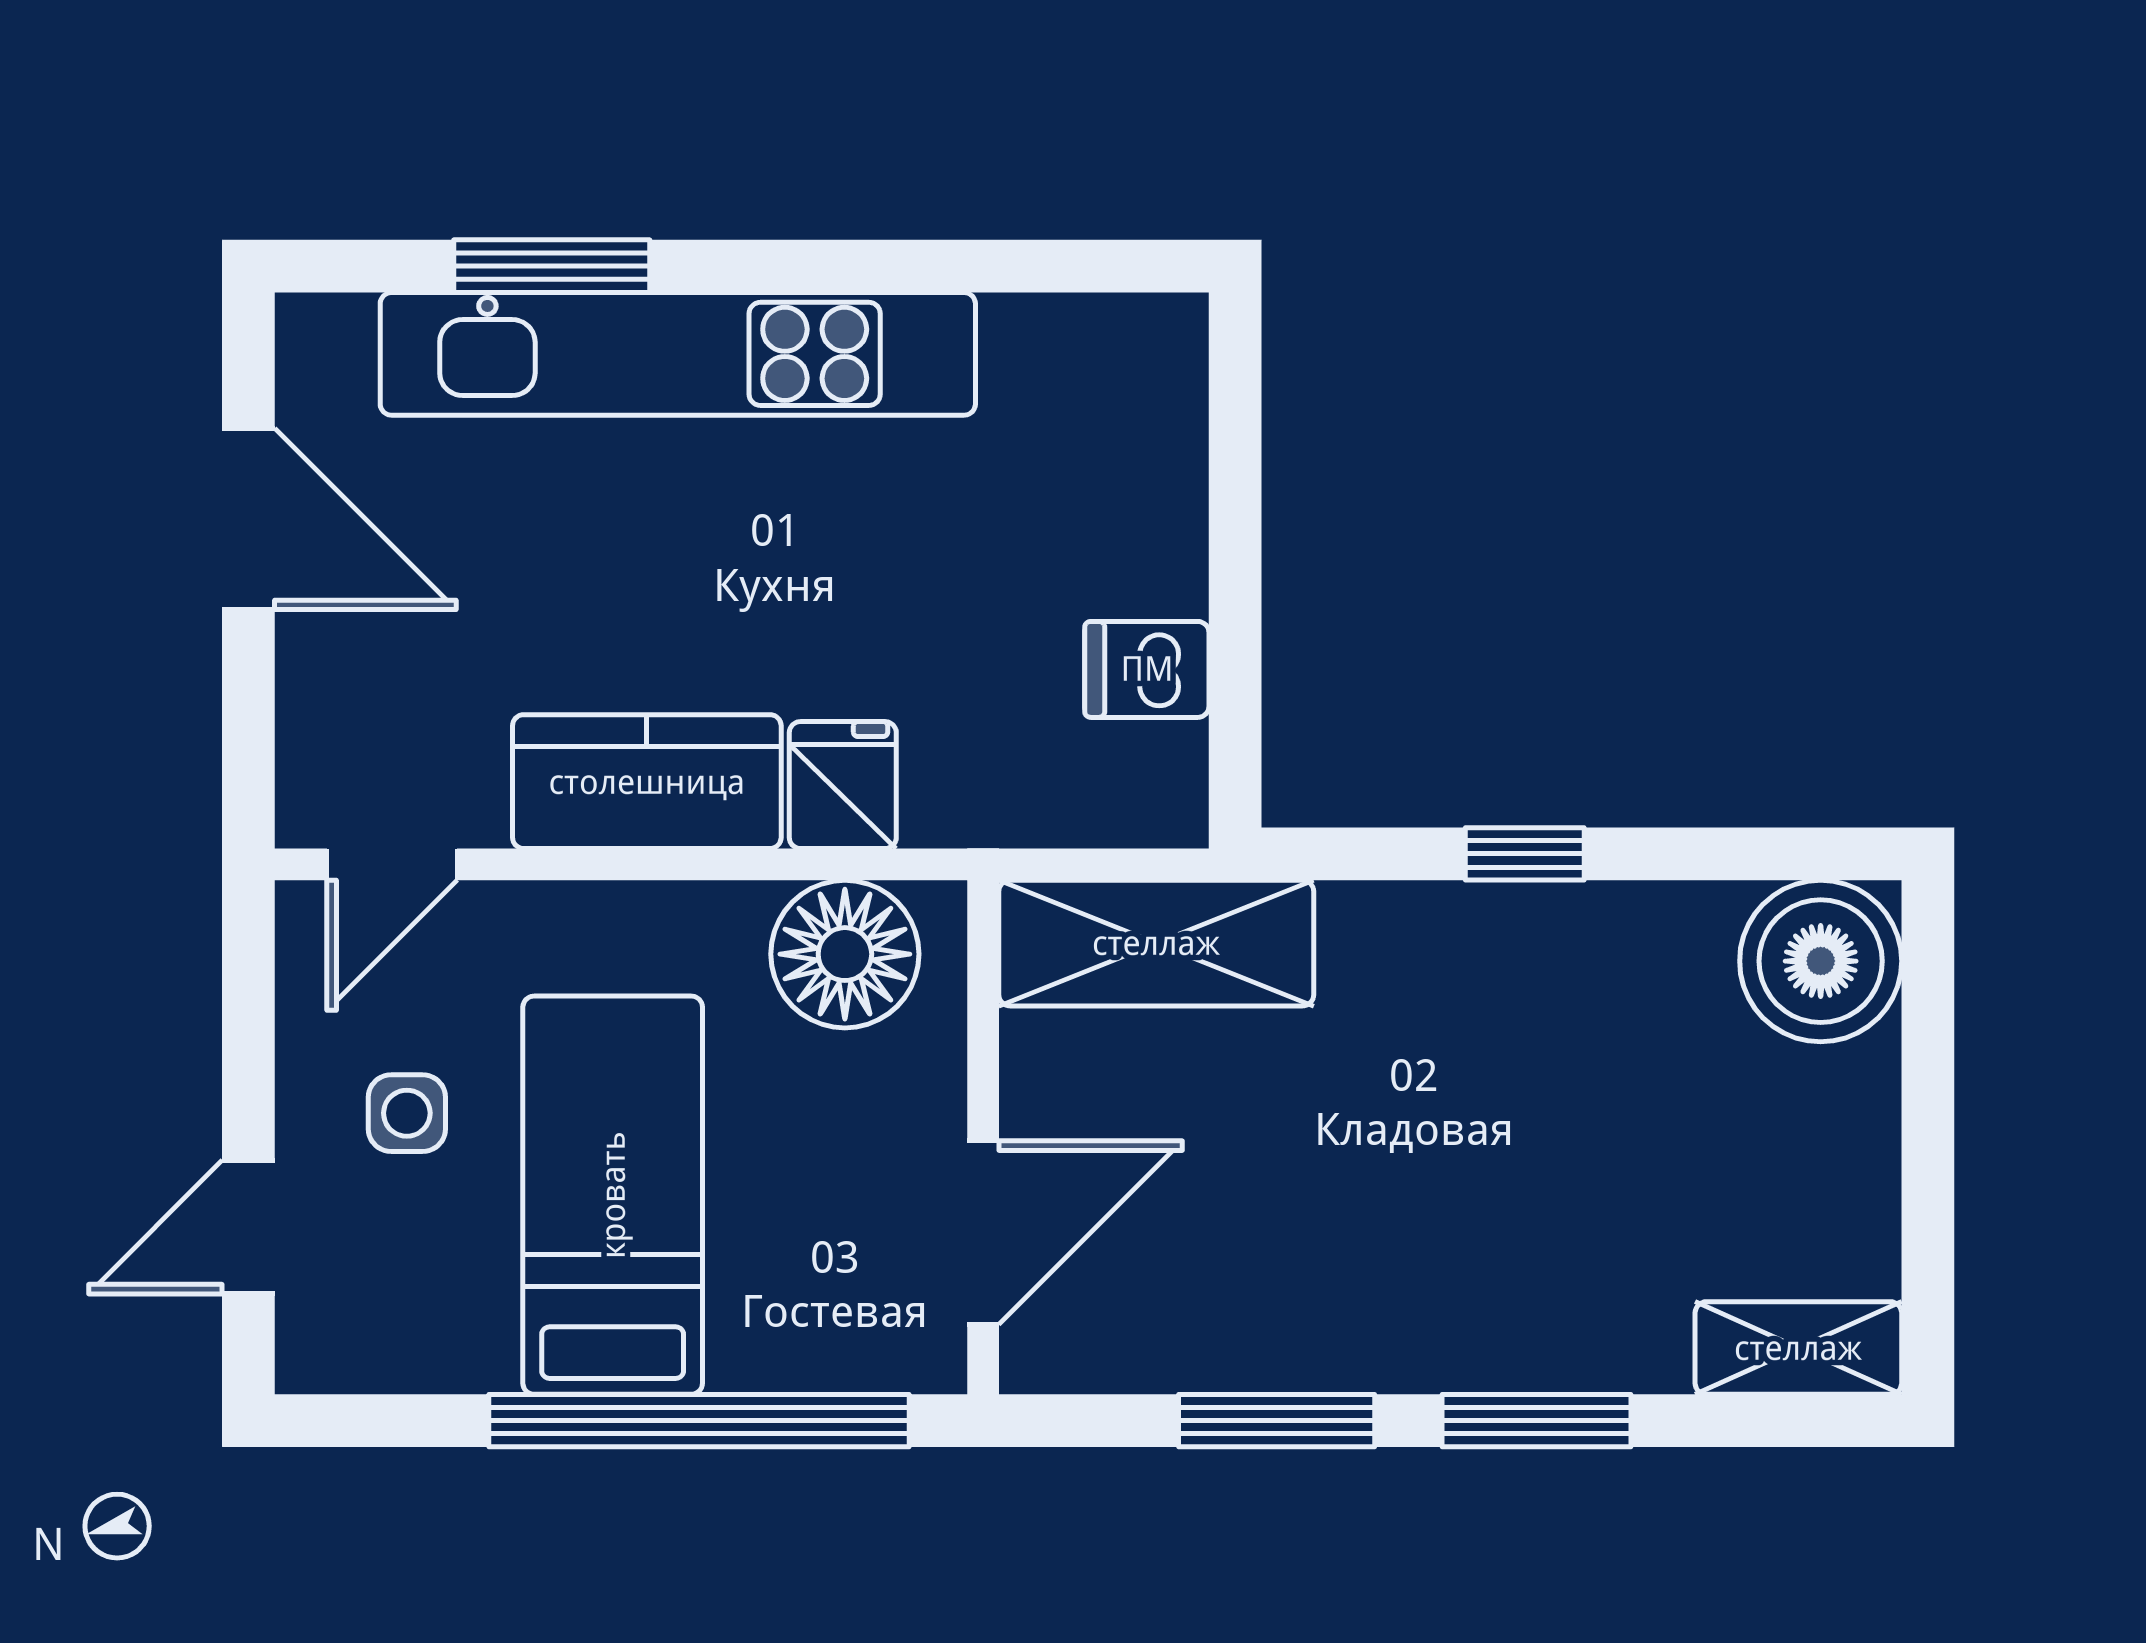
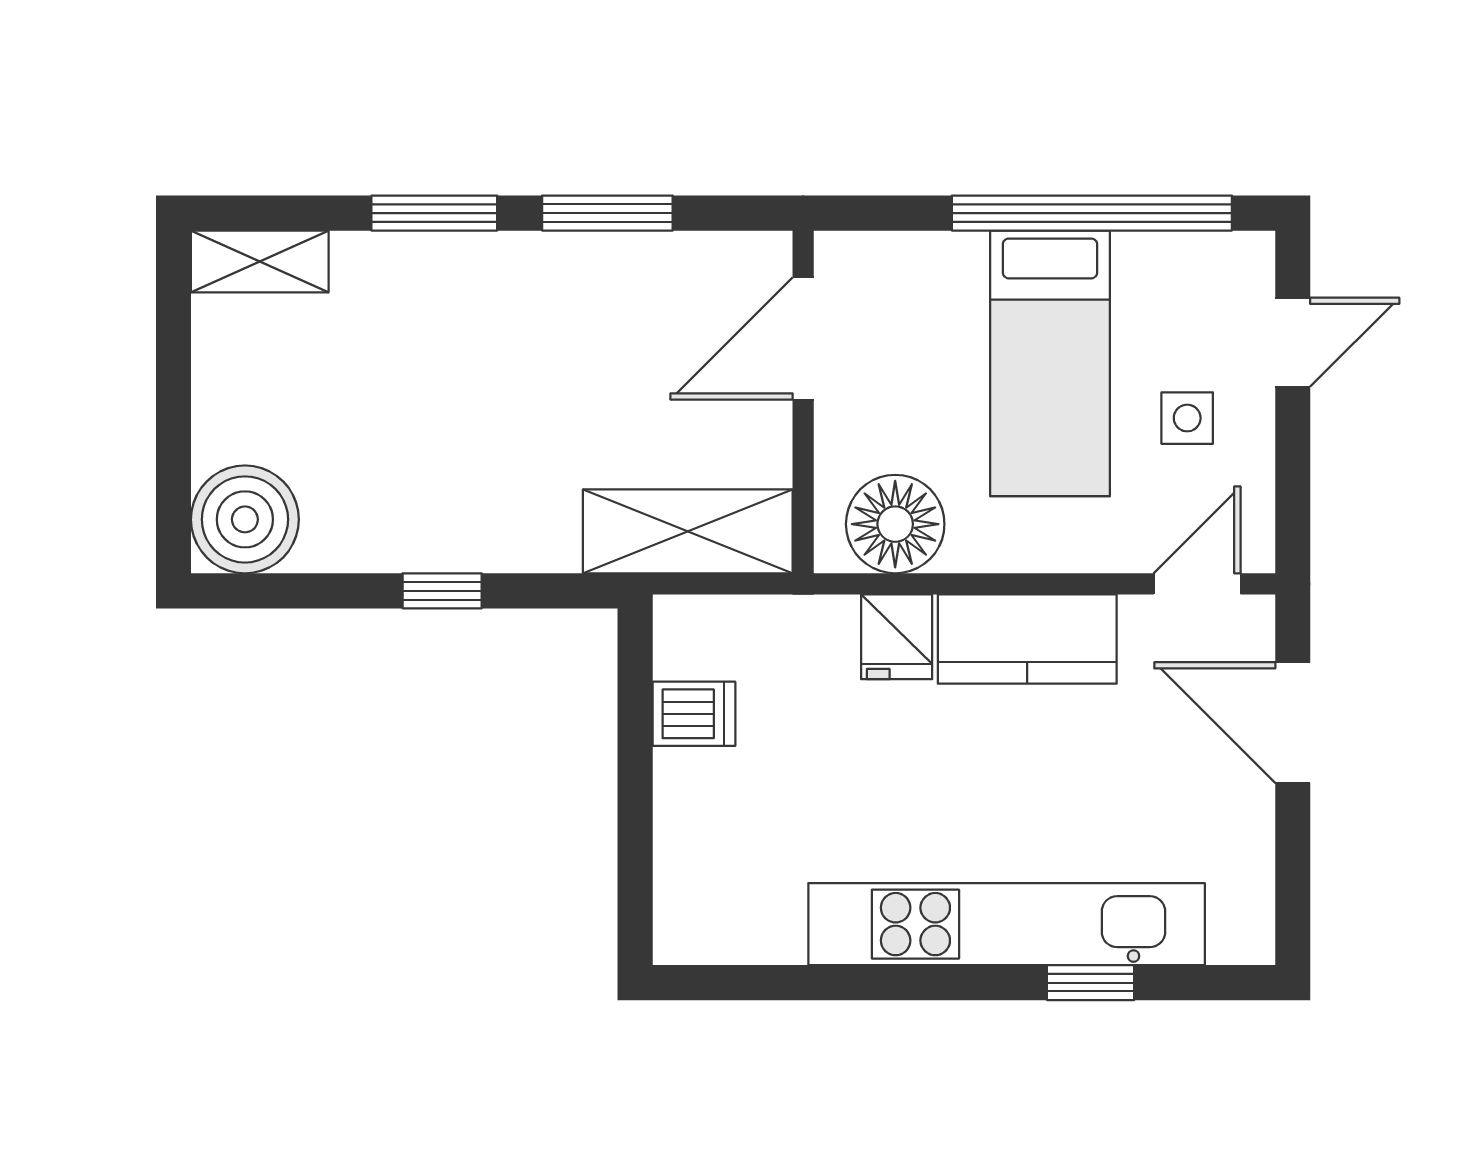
window: (552, 266) -> (1091, 983), width x0.67
door: (248, 519) -> (1293, 723), moved
window: (699, 1421) -> (1092, 213), moved

